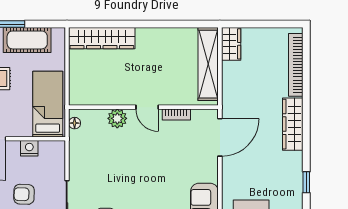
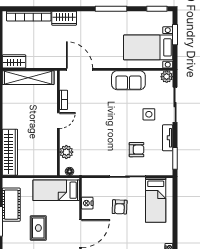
plant: (117, 118) -> (66, 152), moved
wardrobe: (293, 124) -> (64, 18), width x0.67
window: (306, 182) -> (111, 9), width x2.17

